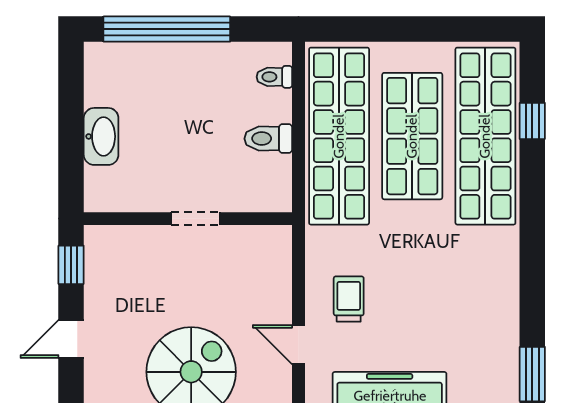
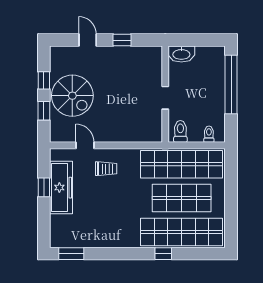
window: (532, 121) -> (163, 254), moved
wall: (188, 219) -> (165, 94), moved
doorway: (196, 219) -> (165, 98), moved
door: (299, 345) -> (85, 145), hinge flipped

